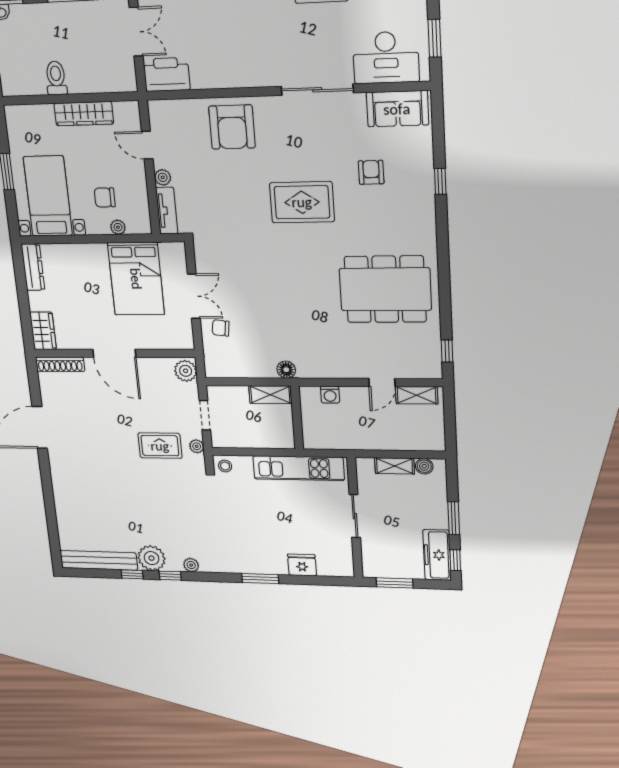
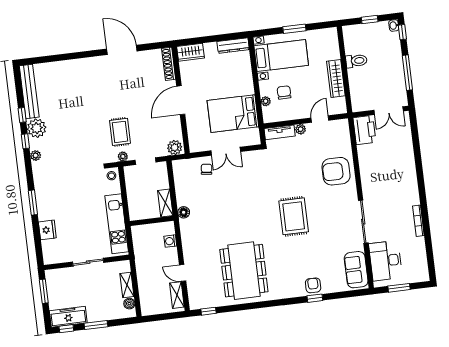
armchair: (371, 172) -> (313, 285), moved, turned -90

